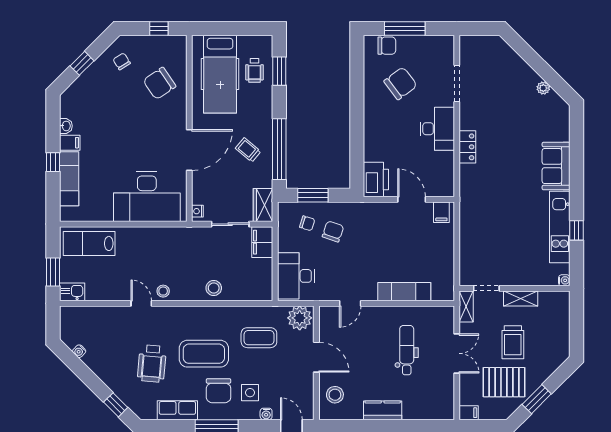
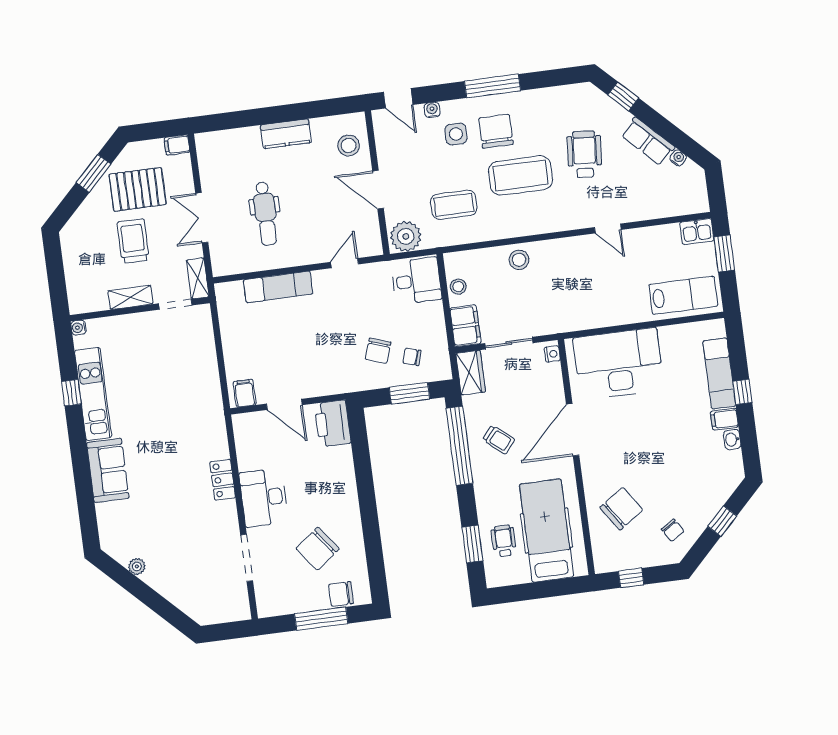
desk: (296, 276) -> (416, 281), width x0.73
stool: (163, 291) -> (458, 287), moved
row of seats: (177, 410) -> (648, 141), moved, turned 45

